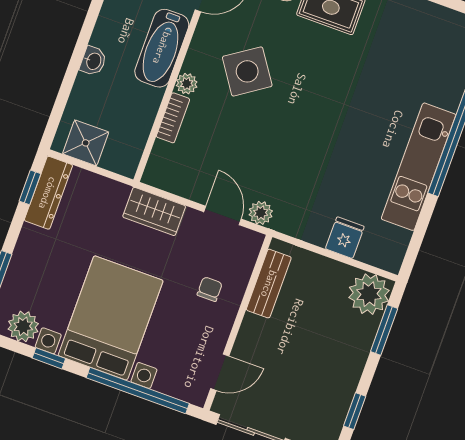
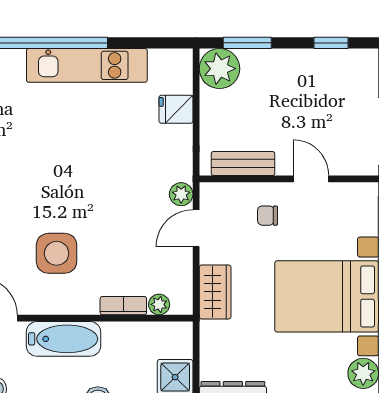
side table: (247, 71) -> (57, 253), turned 34
plant: (187, 84) -> (159, 304), moved
door: (220, 372) -> (311, 179), moved

